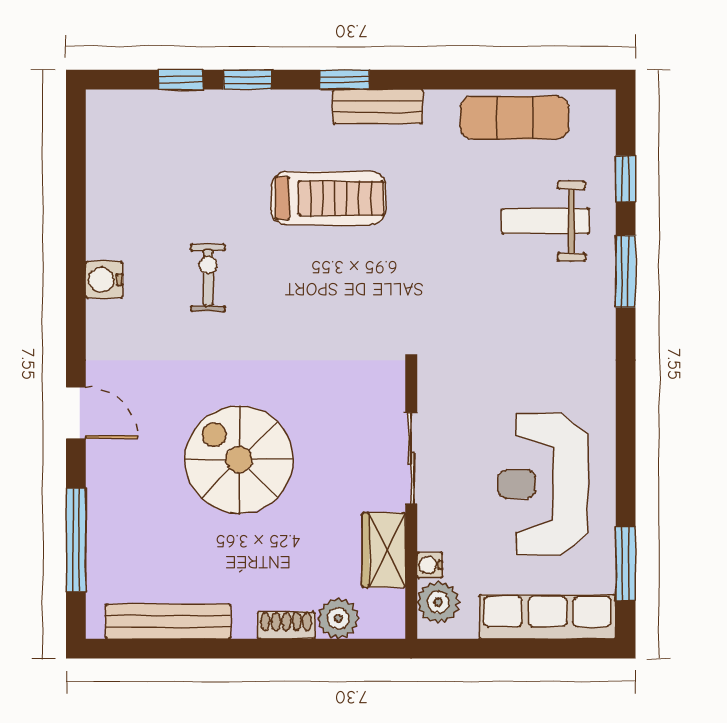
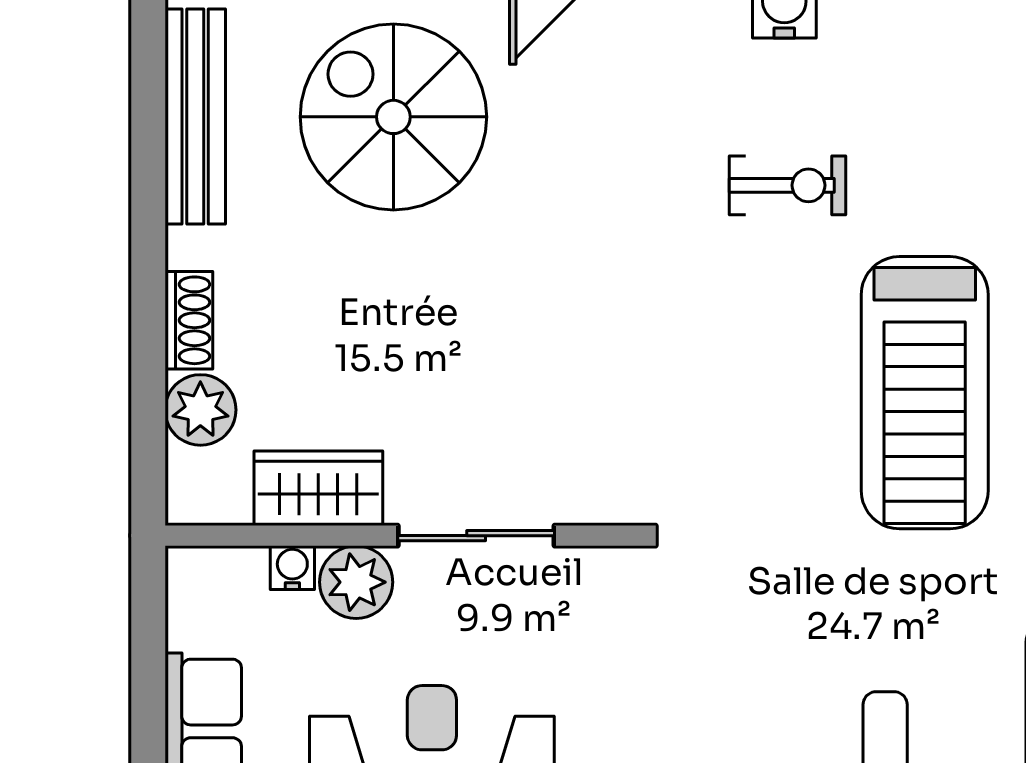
treadmill: (328, 198) -> (925, 393), width x1.37, depth x1.38
spiral stairs: (239, 460) -> (393, 117), moved, turned -90
plant: (438, 602) -> (356, 582), moved

